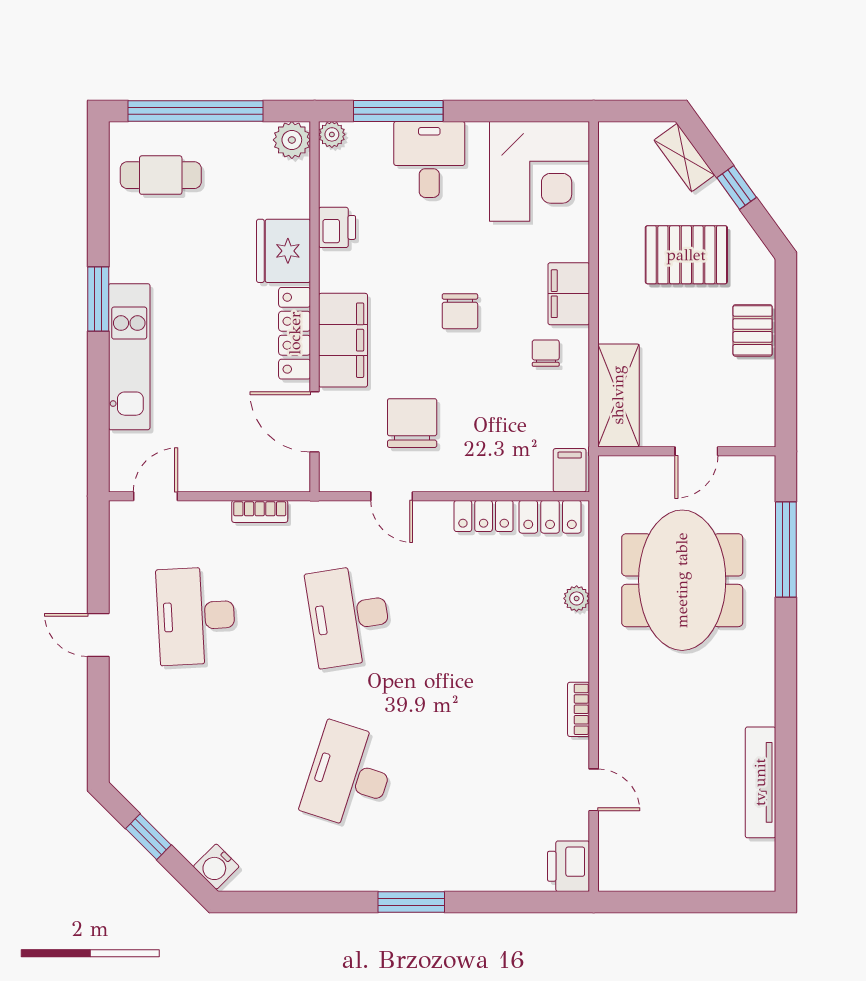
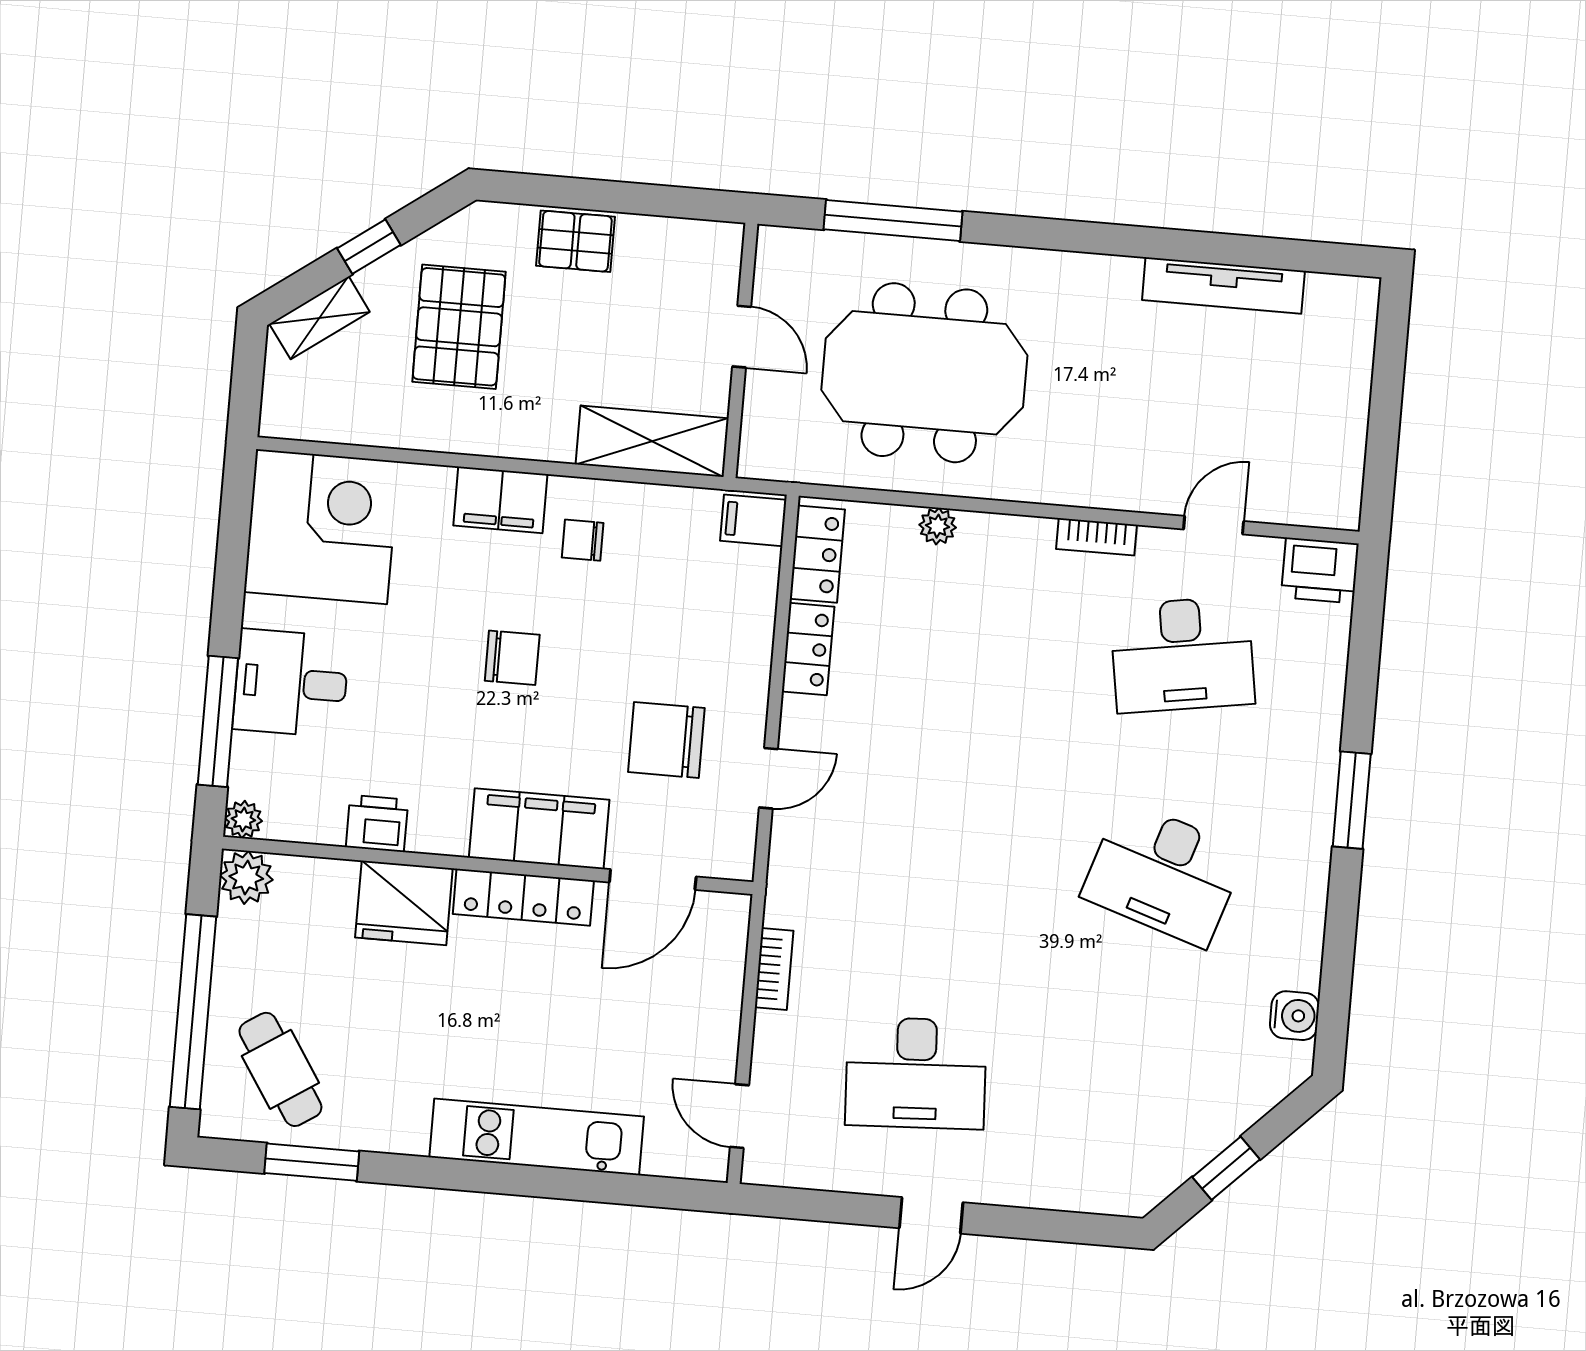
cafe table: (161, 175) -> (280, 1069), turned -33
window: (98, 299) -> (312, 1162), moved
desk: (349, 616) -> (1182, 655), moved
water cooler: (216, 867) -> (1295, 1016), moved, turned -45

